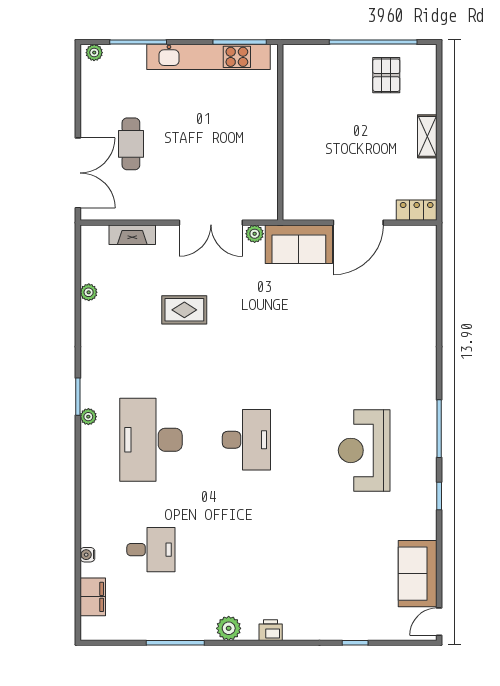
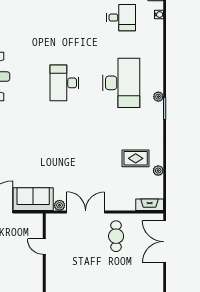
cafe table: (131, 144) -> (116, 236), moved
door: (280, 164) -> (44, 247), added
fireplace: (132, 235) -> (150, 205), moved
rug: (184, 310) -> (136, 158), moved
desk: (151, 550) -> (121, 18), turned 180

